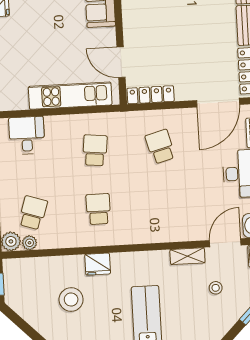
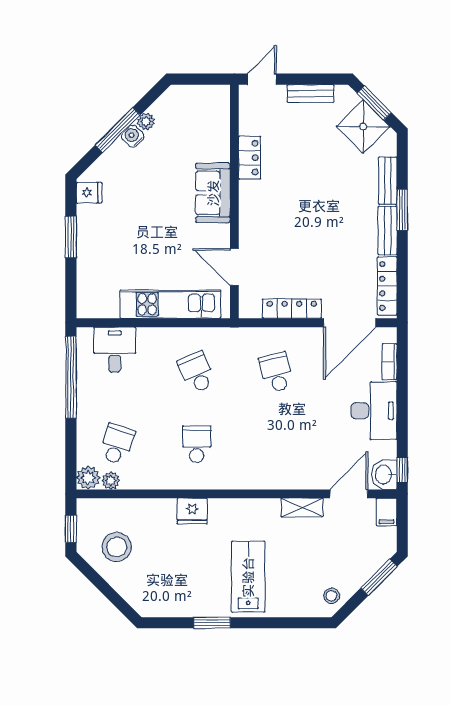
locker: (151, 95) -> (292, 309), moved
school desk: (95, 150) -> (197, 372), turned -30
stool: (216, 288) -> (332, 596), moved
stool: (71, 299) -> (117, 547), moved

